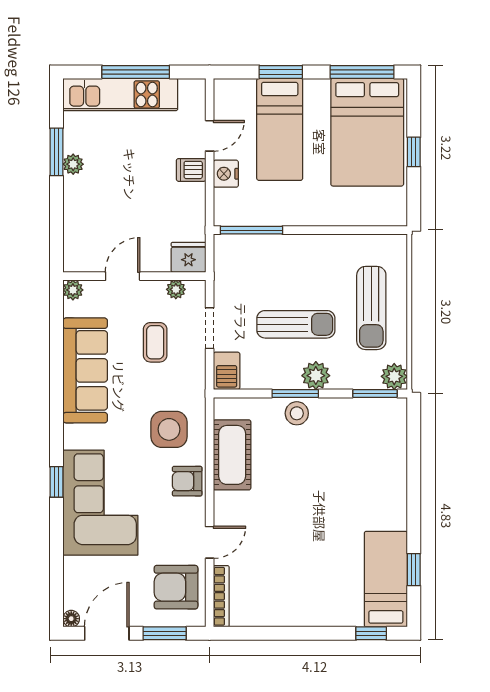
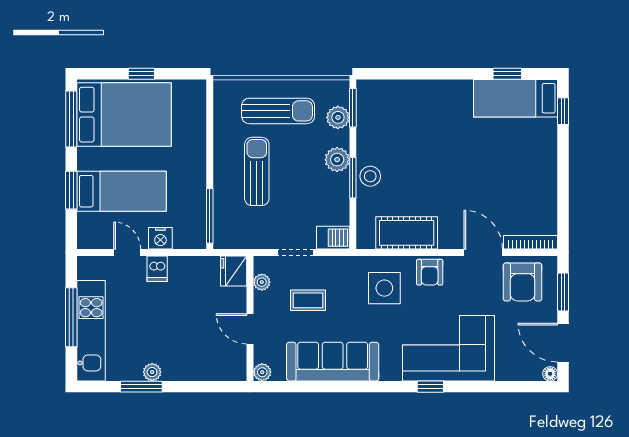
sun lounger: (296, 324) -> (257, 171), moved
plant: (394, 376) -> (338, 117), moved
door: (210, 542) -> (483, 253), width x1.38

